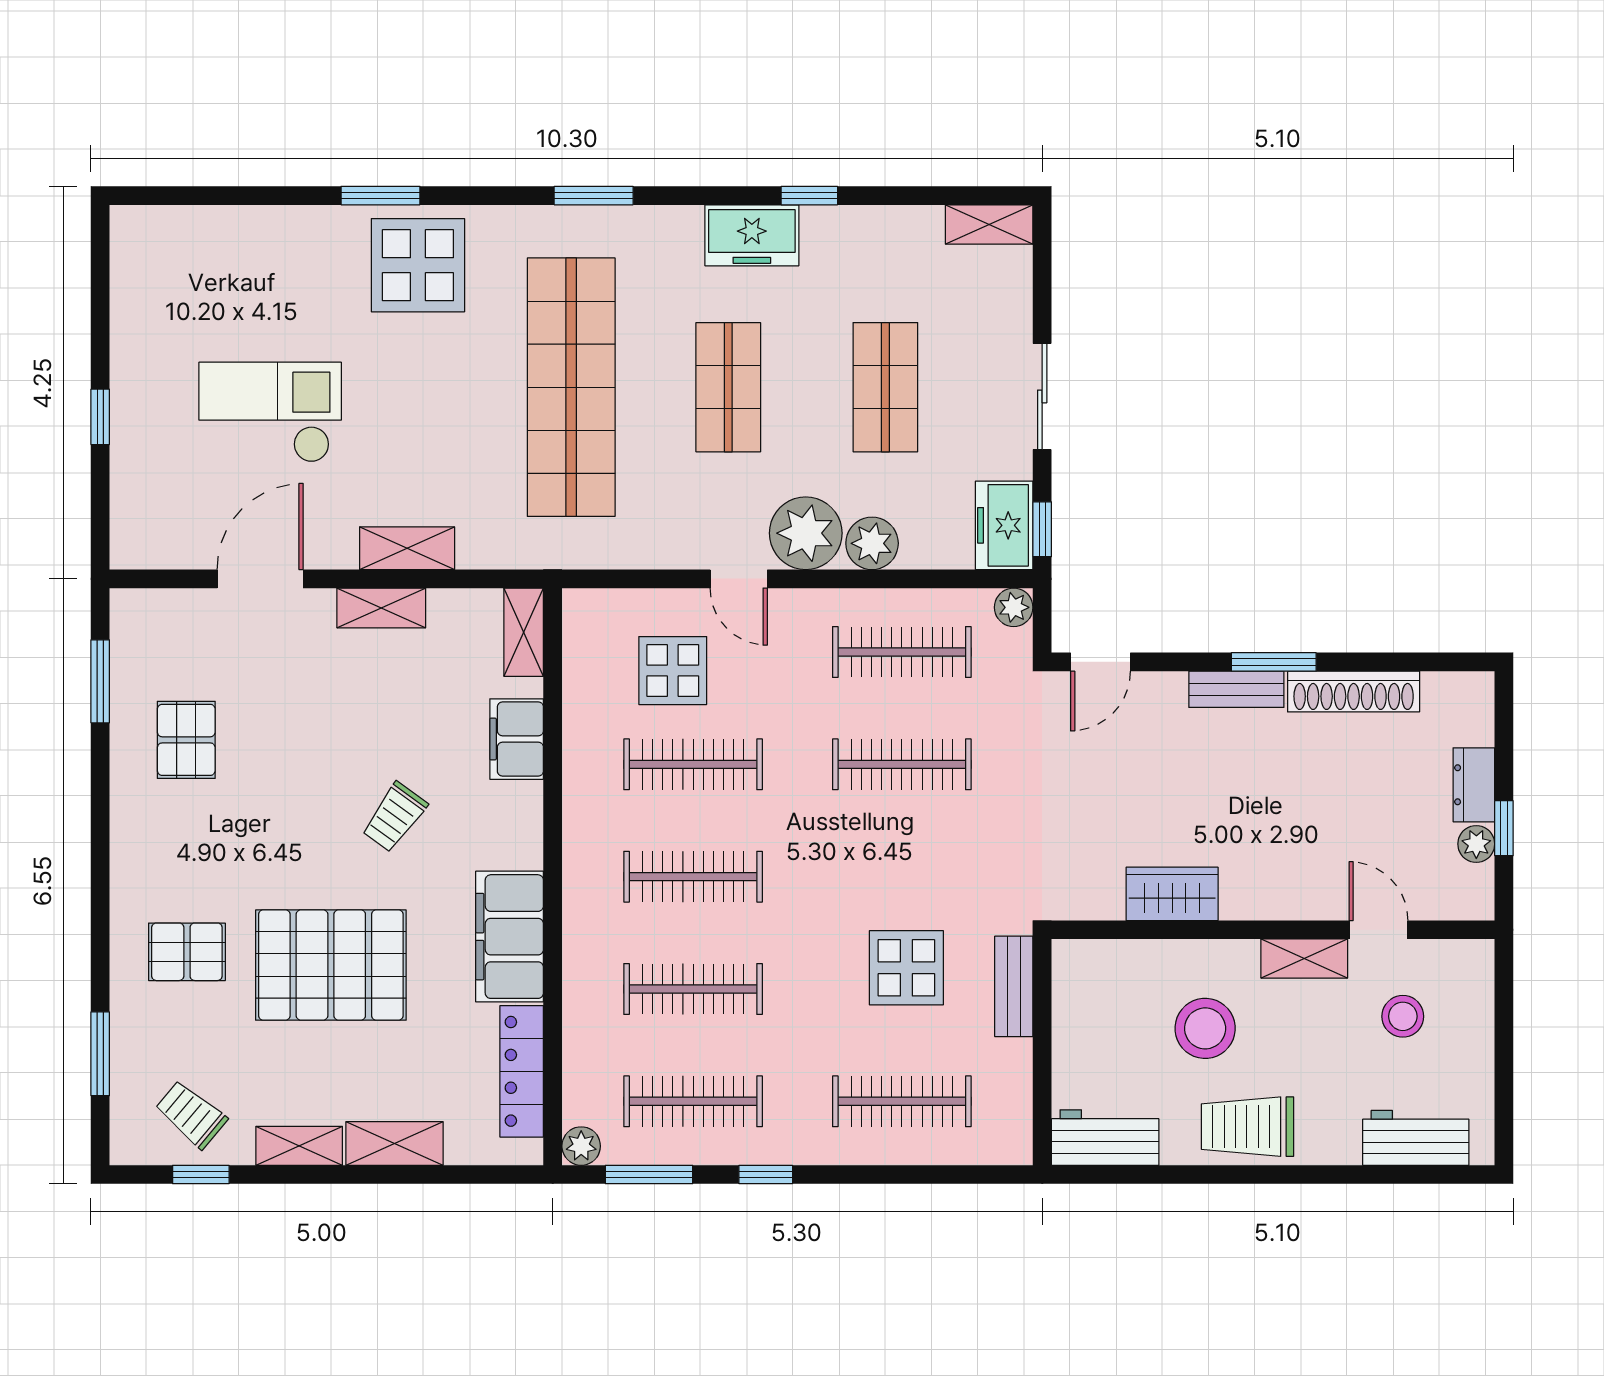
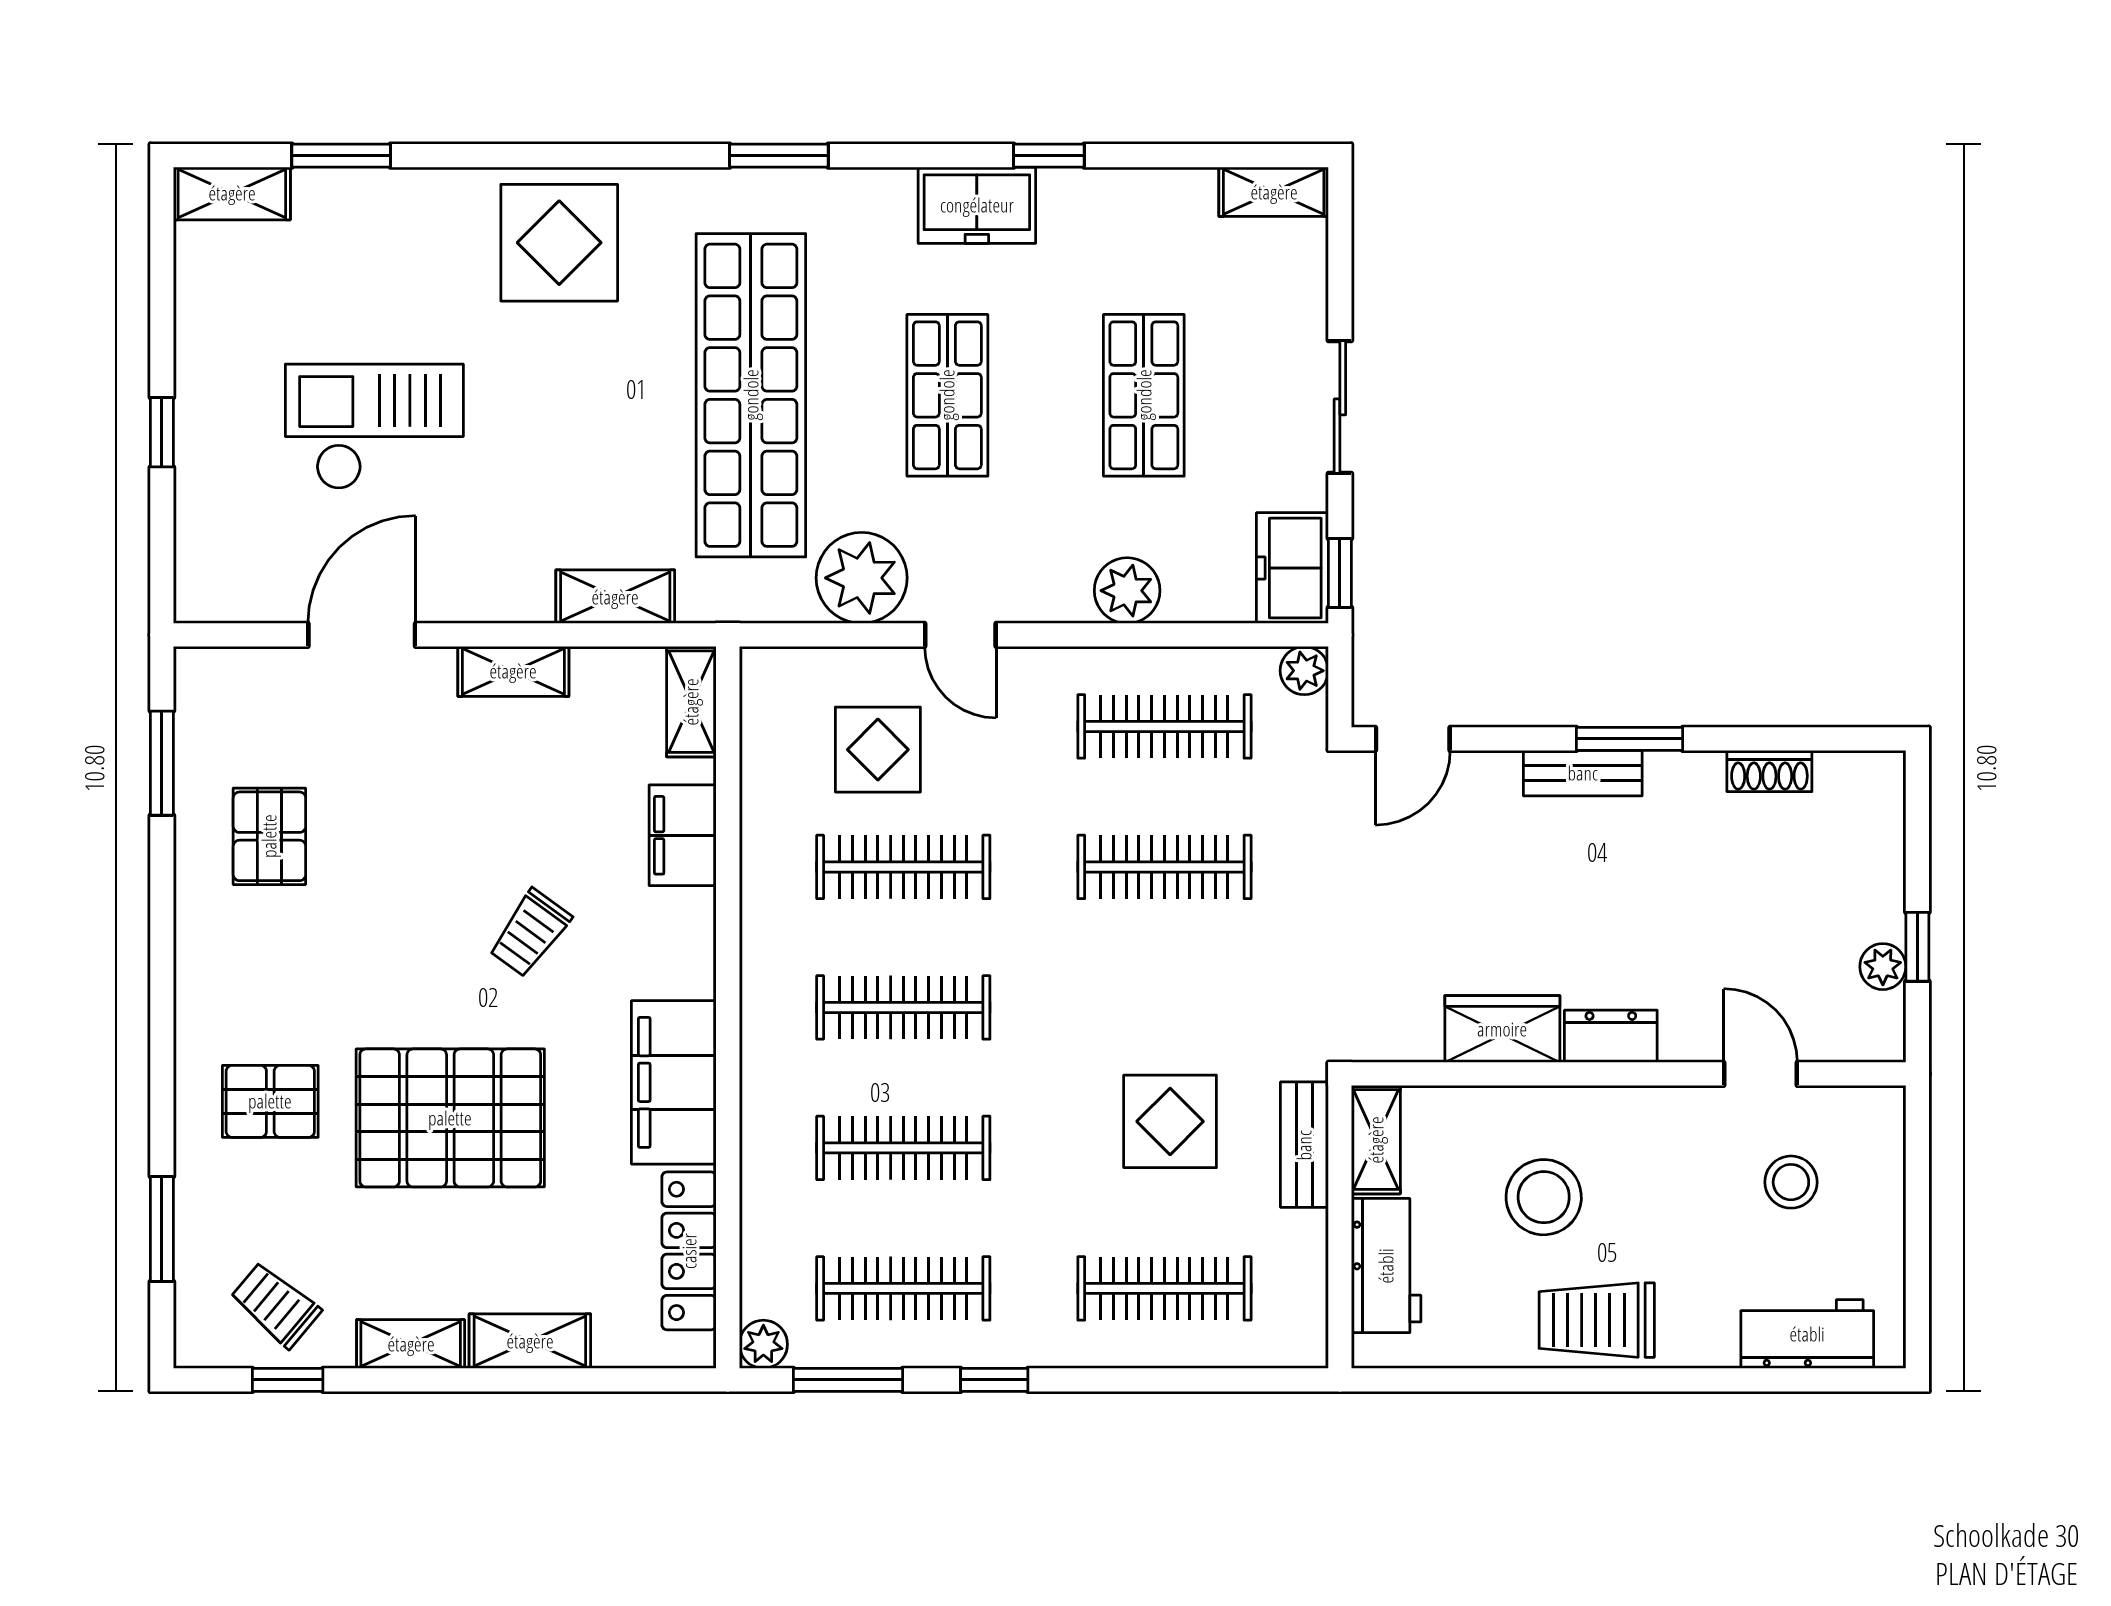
window: (380, 196) -> (341, 156), moved
shelving: (156, 226) -> (232, 193), added
plant: (806, 533) -> (862, 578), moved
shelving: (407, 548) -> (615, 597), moved
shoe rack: (1354, 692) -> (1769, 771), width x0.51, depth x0.81
dresser: (1474, 785) -> (1611, 1036), moved, turned 90
shelving: (1304, 959) -> (1376, 1140), moved, turned 90
workbench: (1105, 1138) -> (1386, 1266), moved, turned 90

